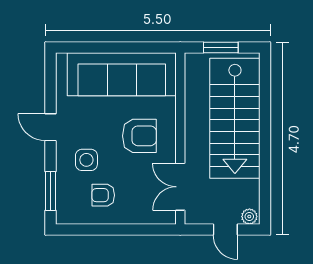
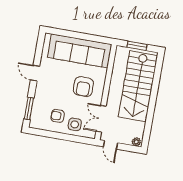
armchair: (139, 136) -> (83, 87), turned 90
side table: (86, 160) -> (75, 124), moved
door: (225, 230) -> (111, 145), moved

